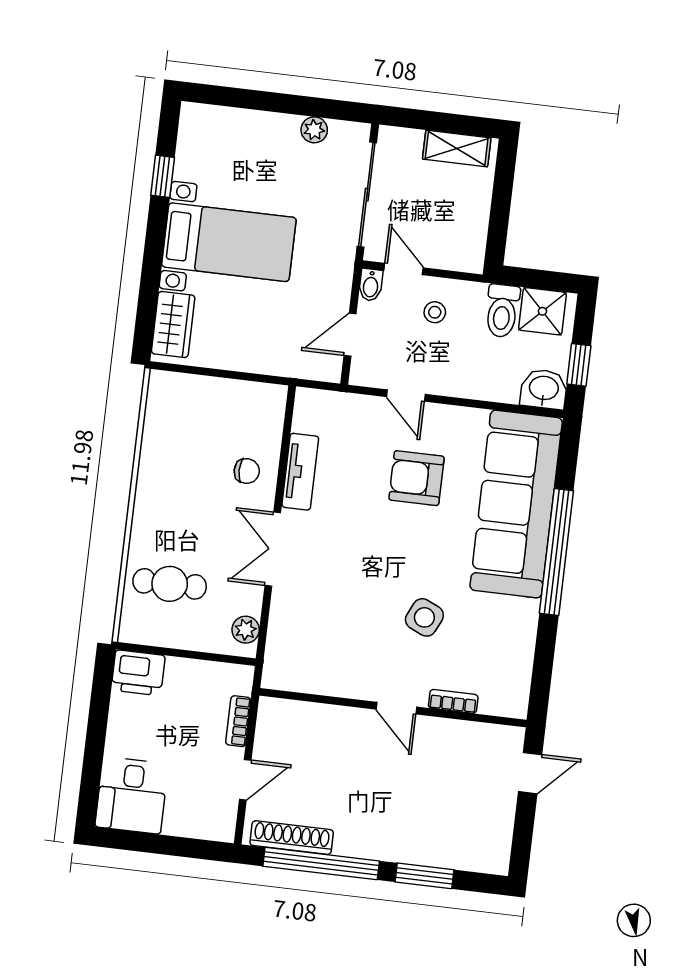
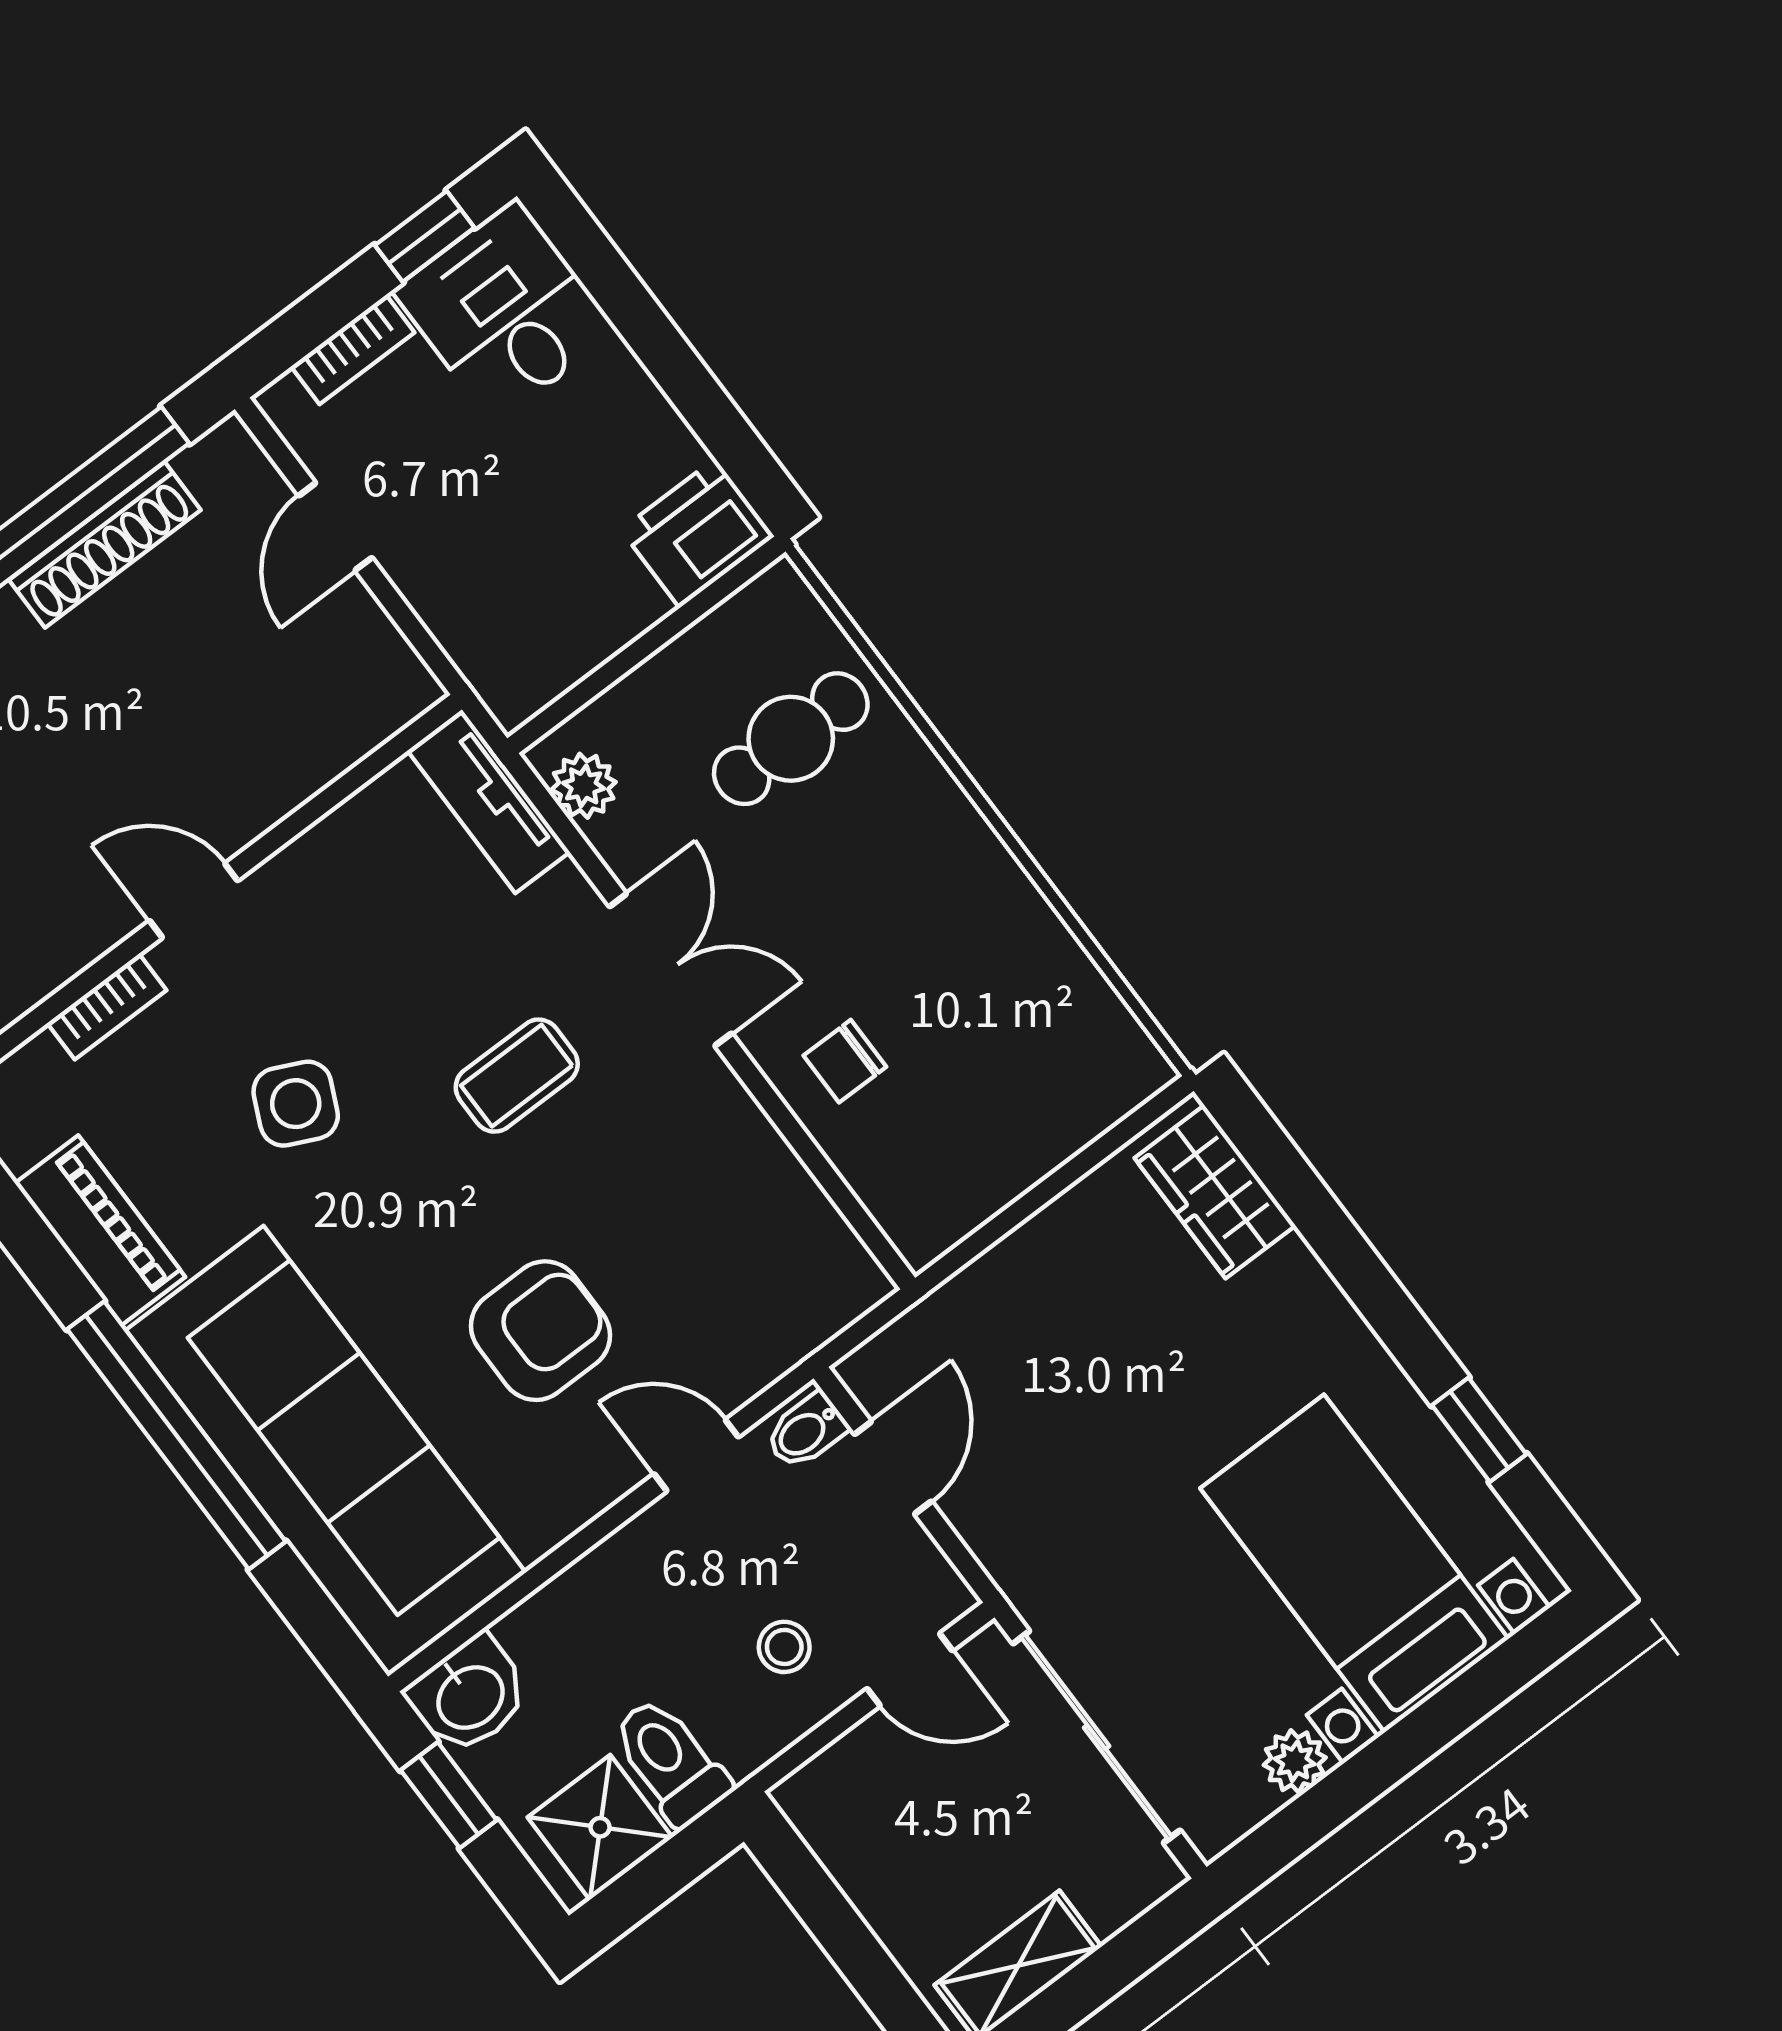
bed with nightstands: (229, 242) -> (1354, 1563), moved, turned 90
bidet: (371, 285) -> (806, 1431), moved, turned -90
tv unit: (300, 472) -> (489, 801), moved
coffee table: (350, 562) -> (517, 1076), added
piano: (520, 636) -> (100, 1230), added
bookcase: (238, 721) -> (353, 350), moved, turned 90
shoe rack: (292, 838) -> (105, 545), moved
window: (134, 841) -> (425, 236), added

